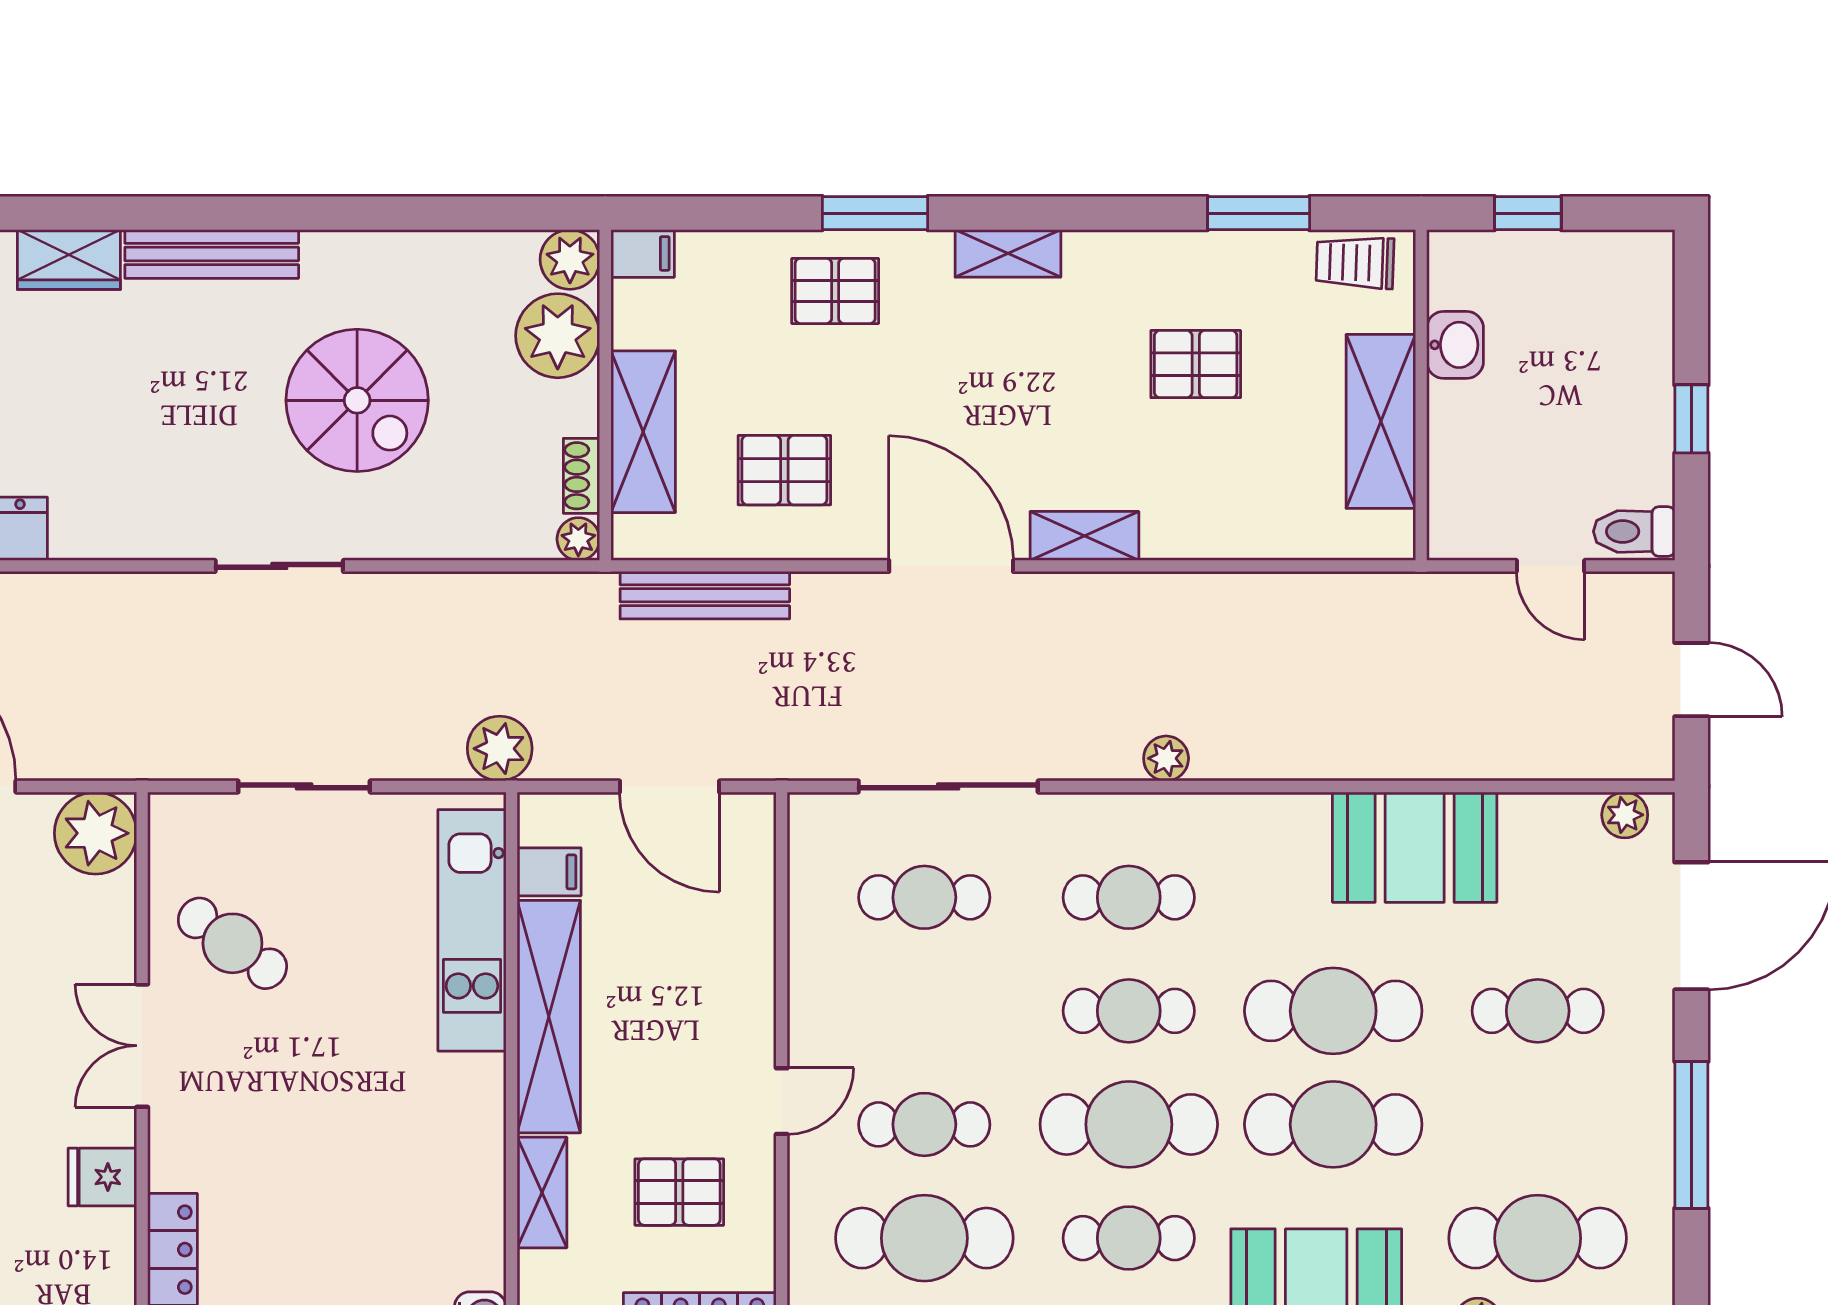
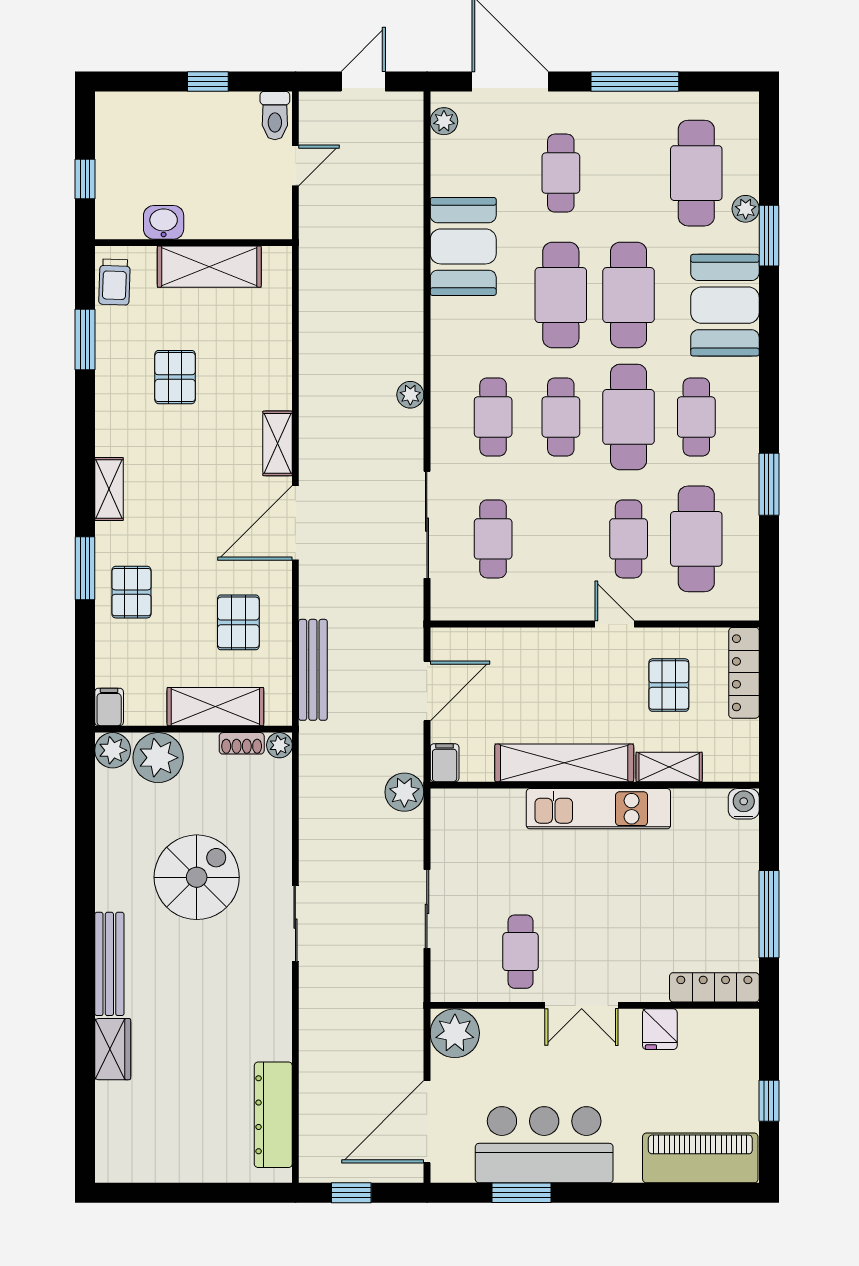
filing cabinet: (549, 872) -> (445, 763), moved
kitchen unit: (472, 930) -> (598, 809), moved
cafe table: (232, 943) -> (521, 952), turned -36

